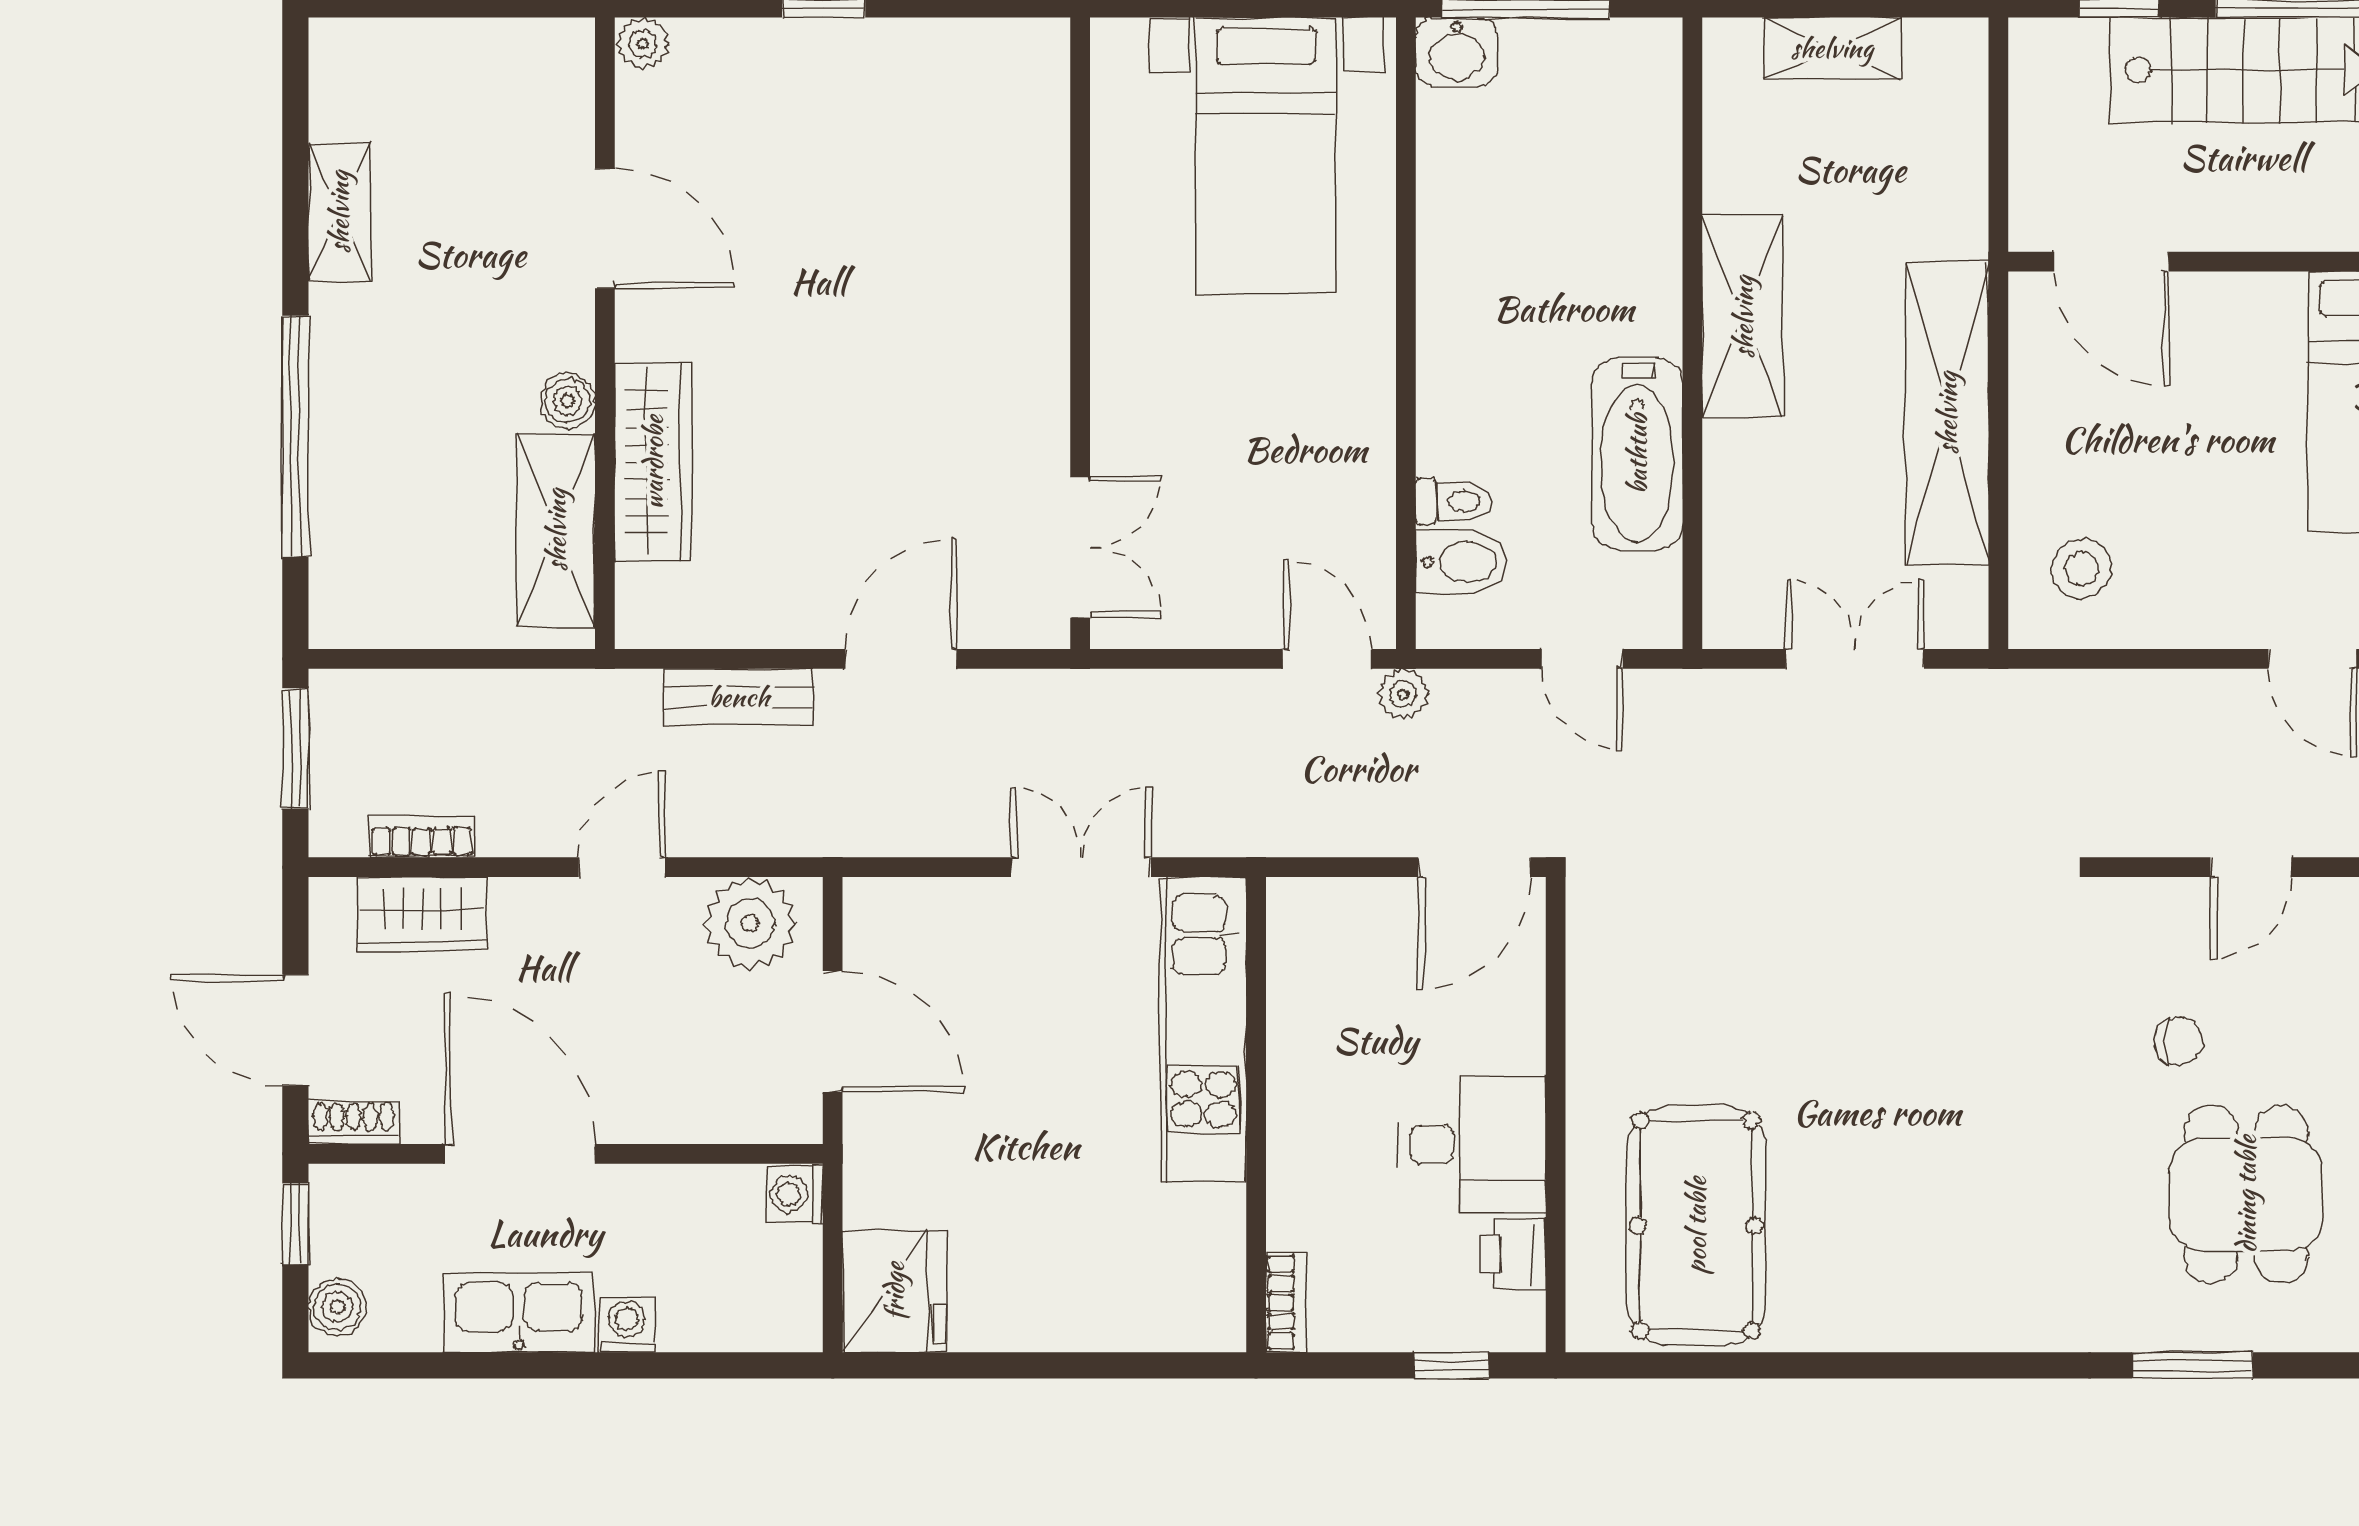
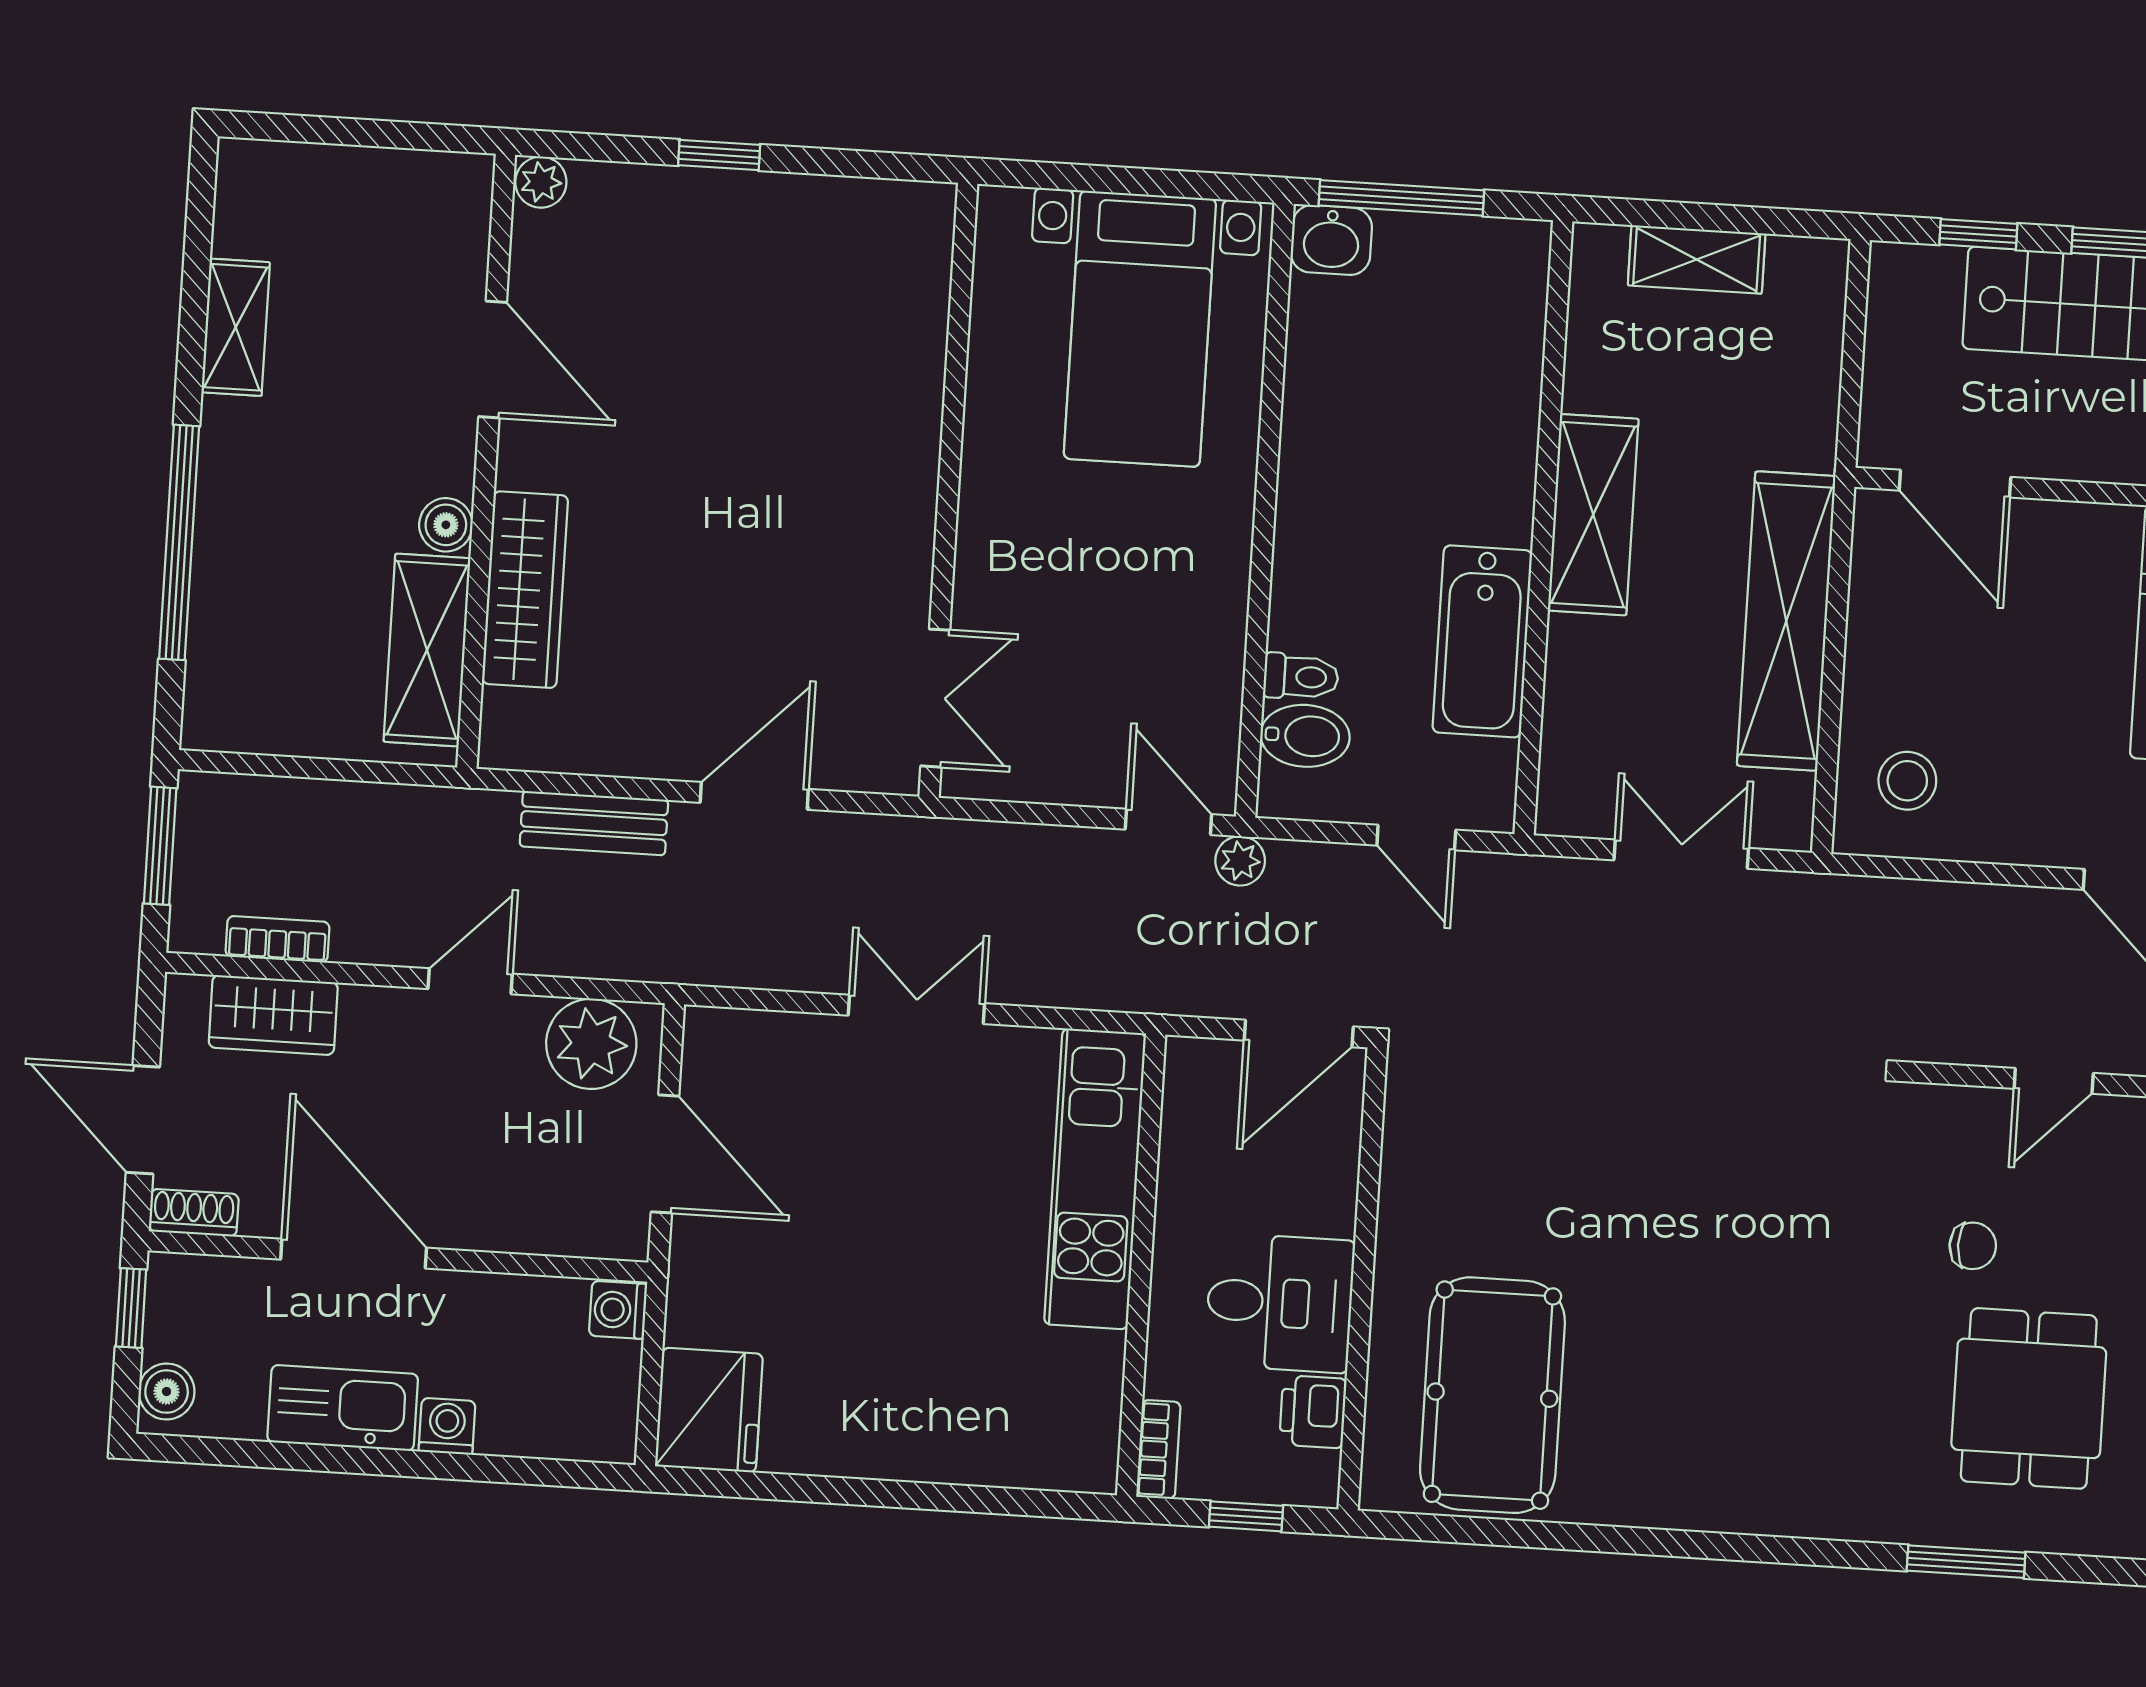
kitchen unit: (1203, 1029) -> (1095, 1179), moved
wall: (1256, 1115) -> (1141, 1265), moved
bookcase: (1286, 1302) -> (1158, 1449), moved

